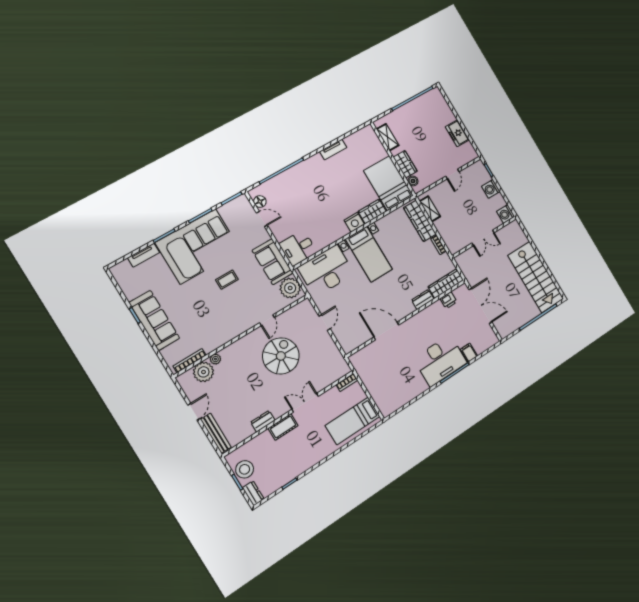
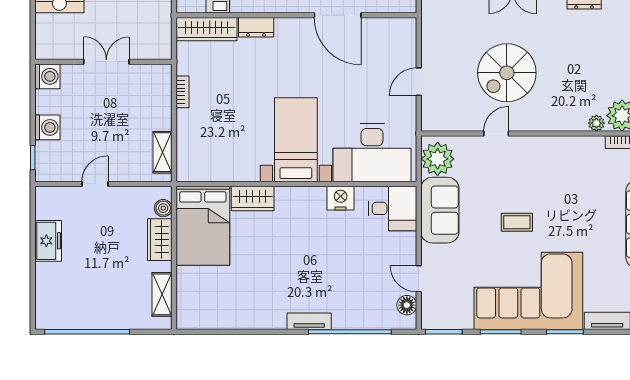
tv unit: (333, 149) -> (309, 321), moved
wardrobe: (420, 221) -> (189, 144), removed
nightstand: (354, 222) -> (341, 198), moved

